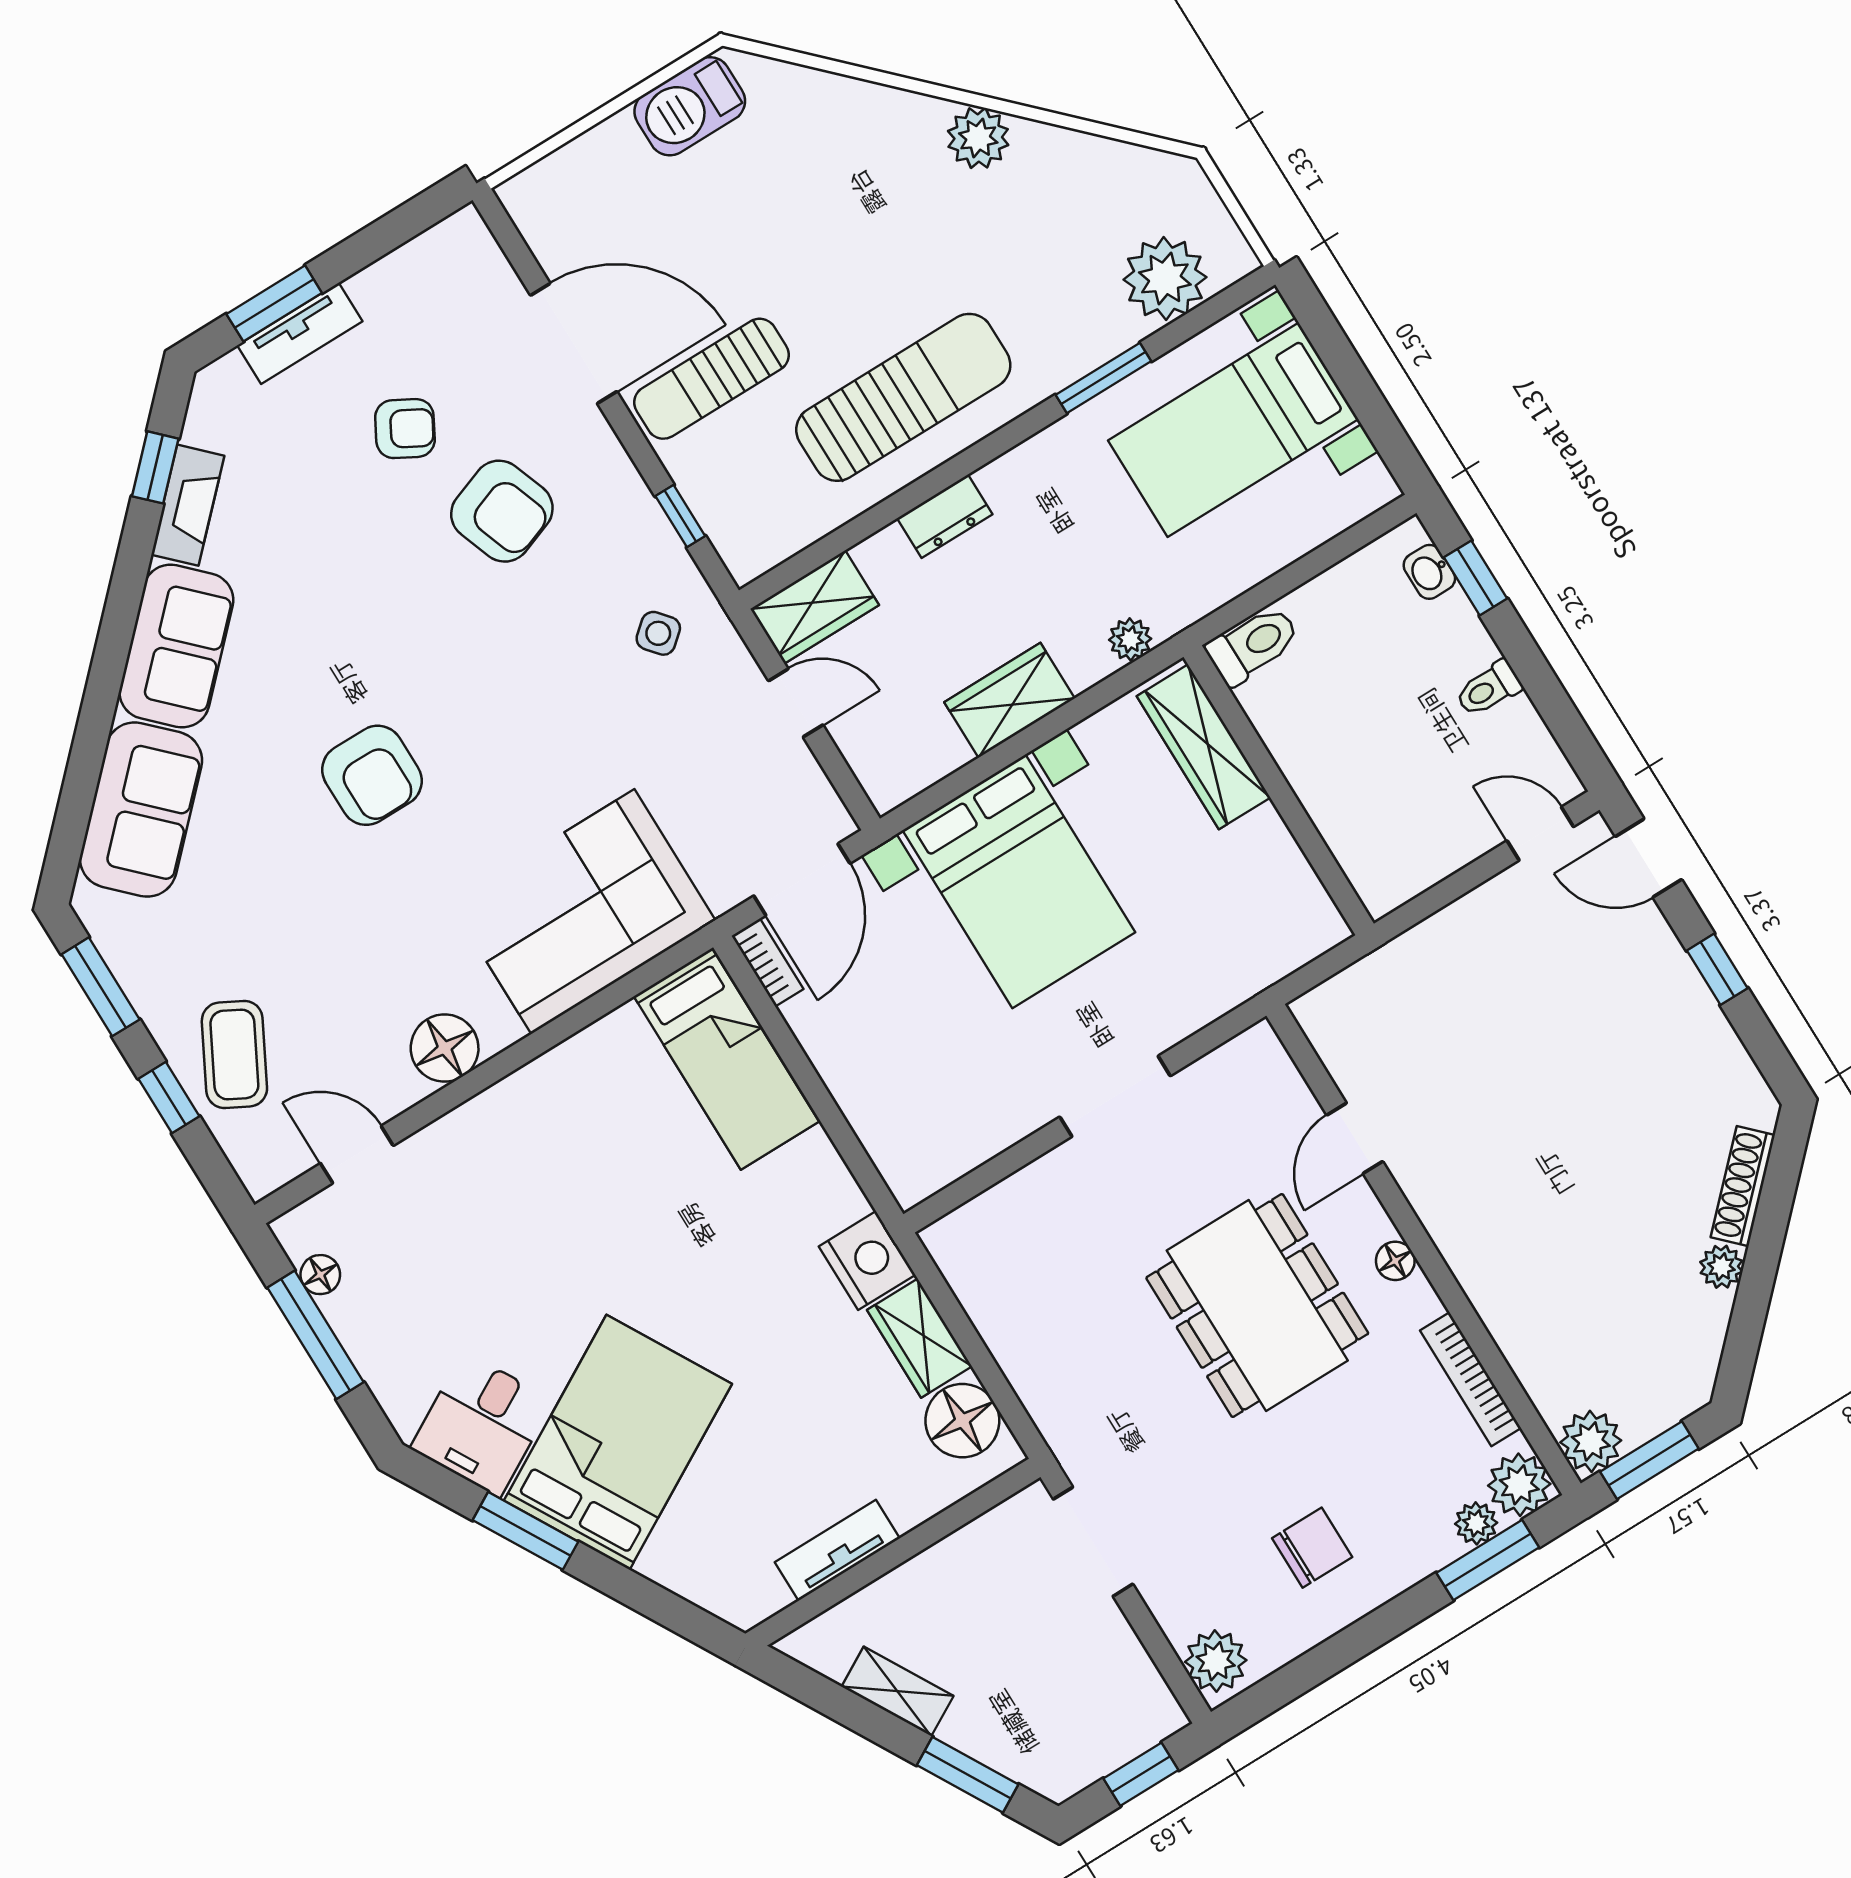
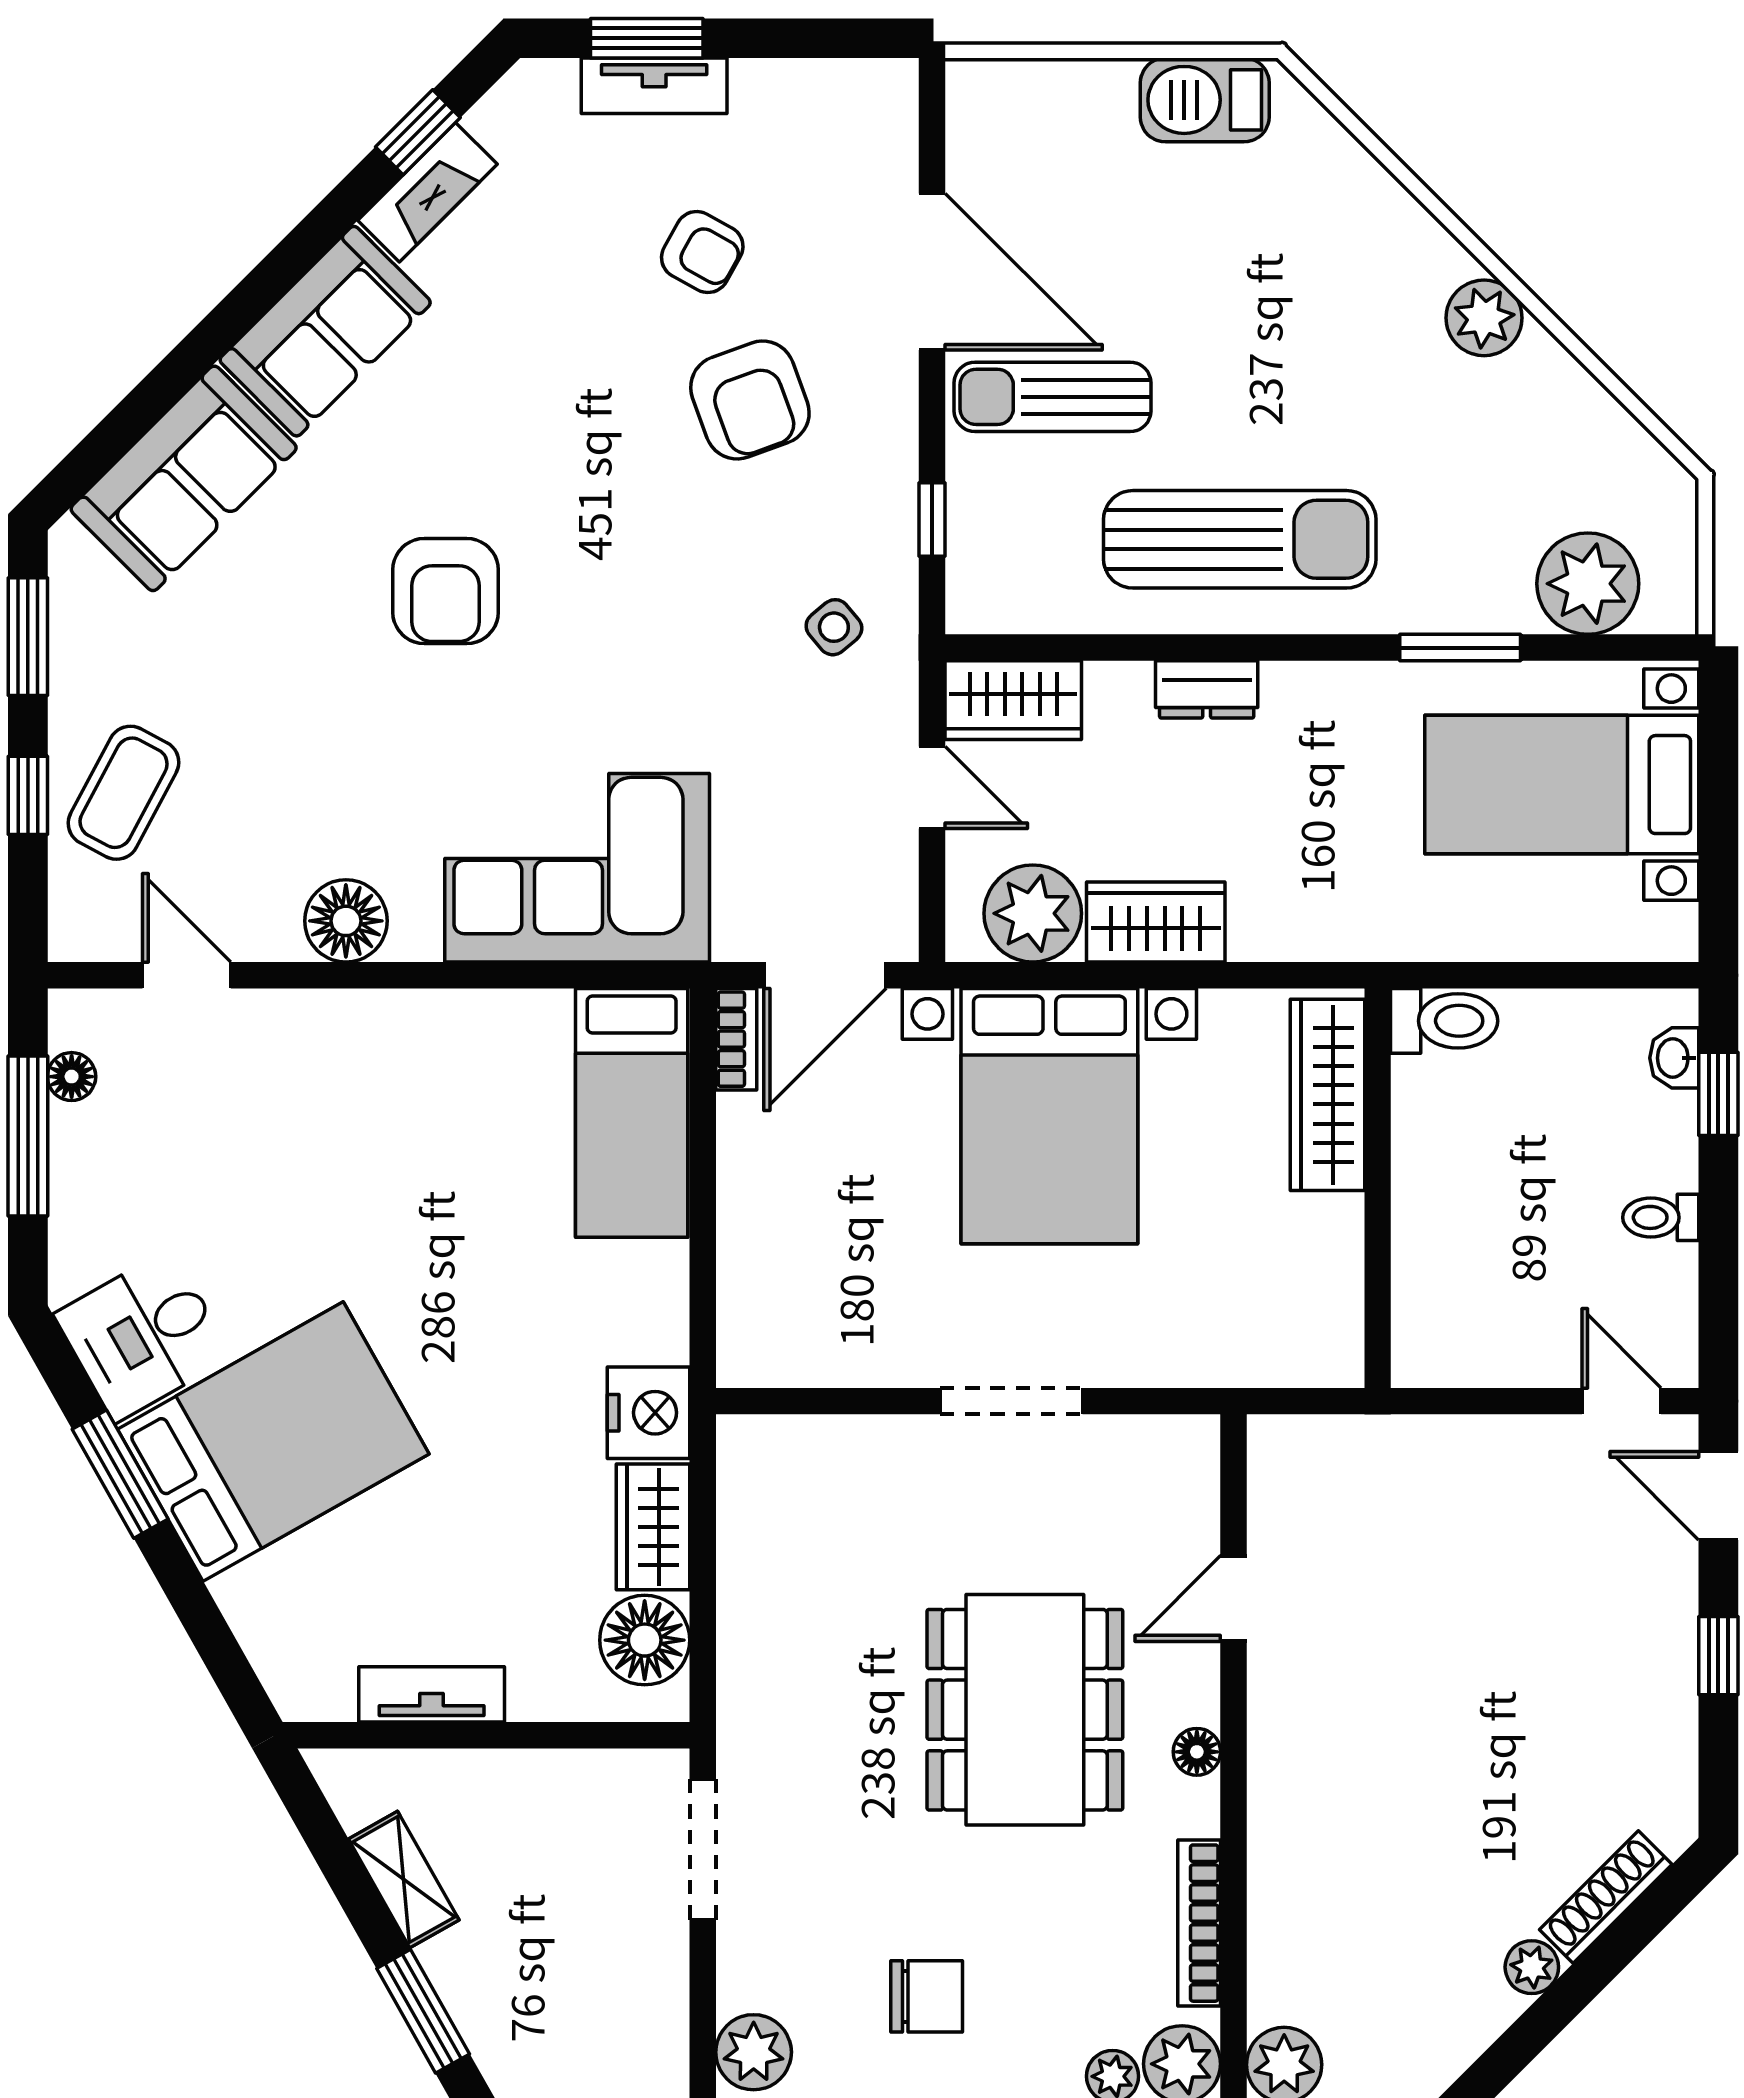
plant: (1130, 639) -> (1033, 913), moved, width x1.88, depth x1.88

